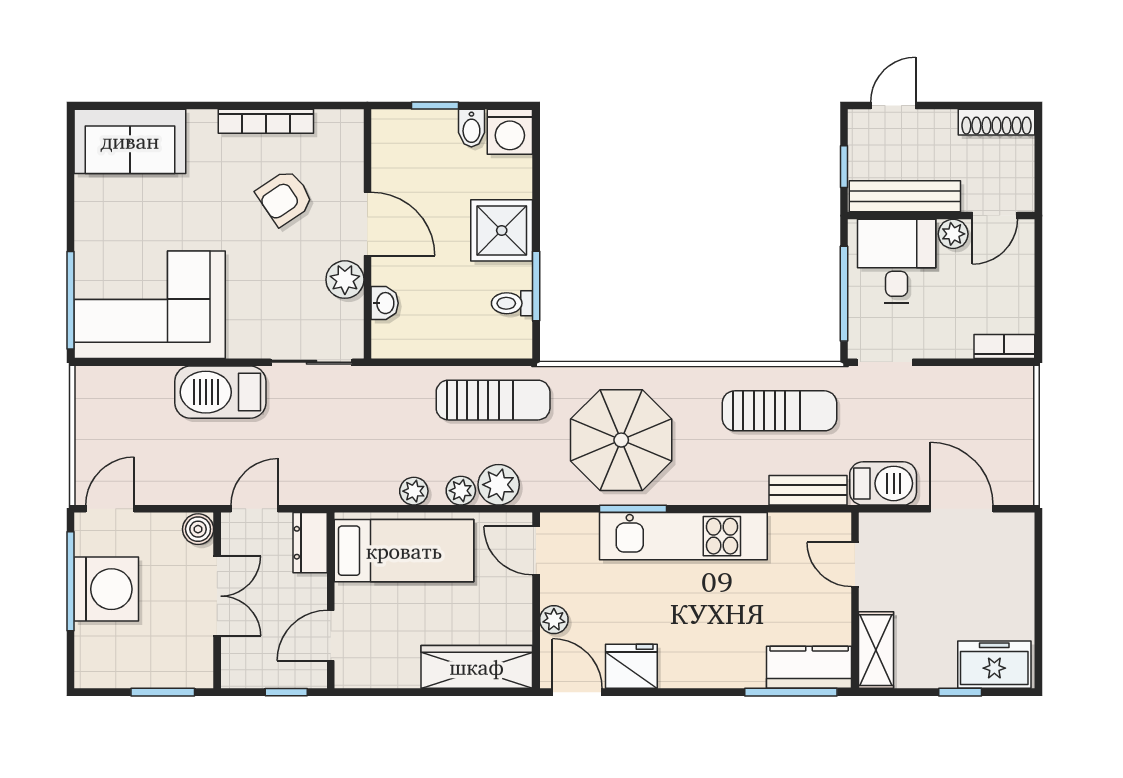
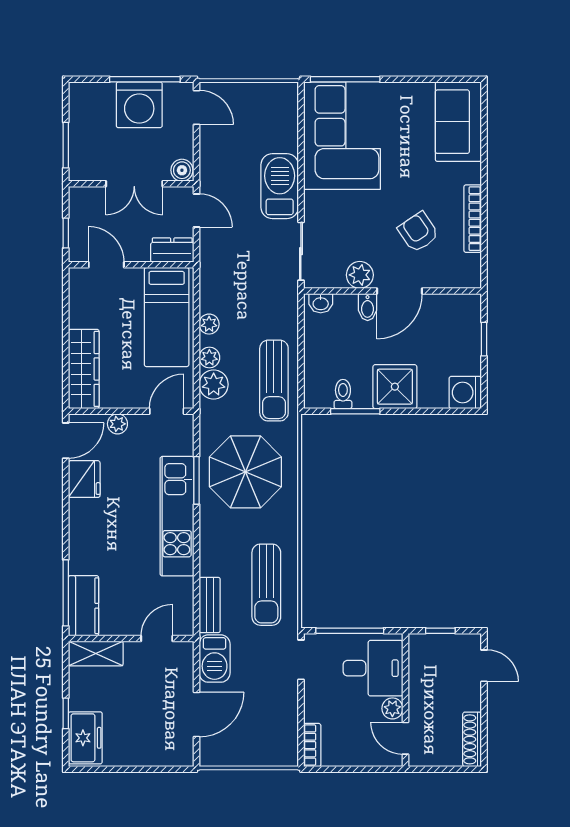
bidet: (471, 128) -> (368, 307), moved, turned -90
bench: (905, 196) -> (419, 674), removed
washbasin: (385, 303) -> (321, 303), moved

